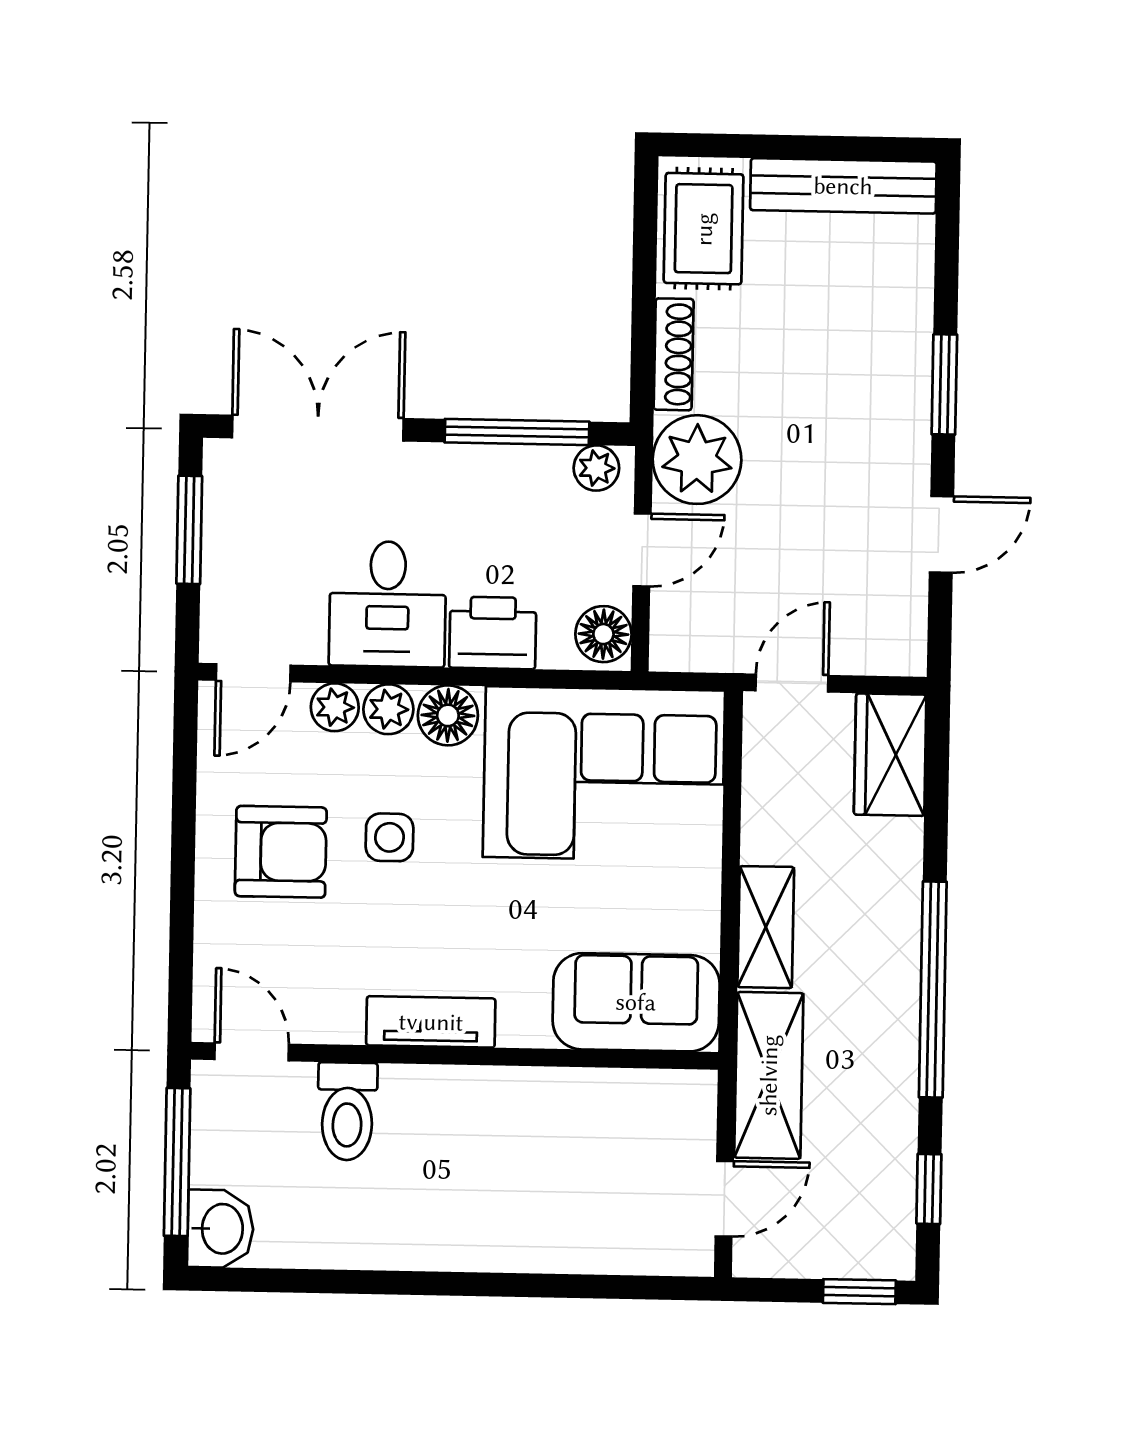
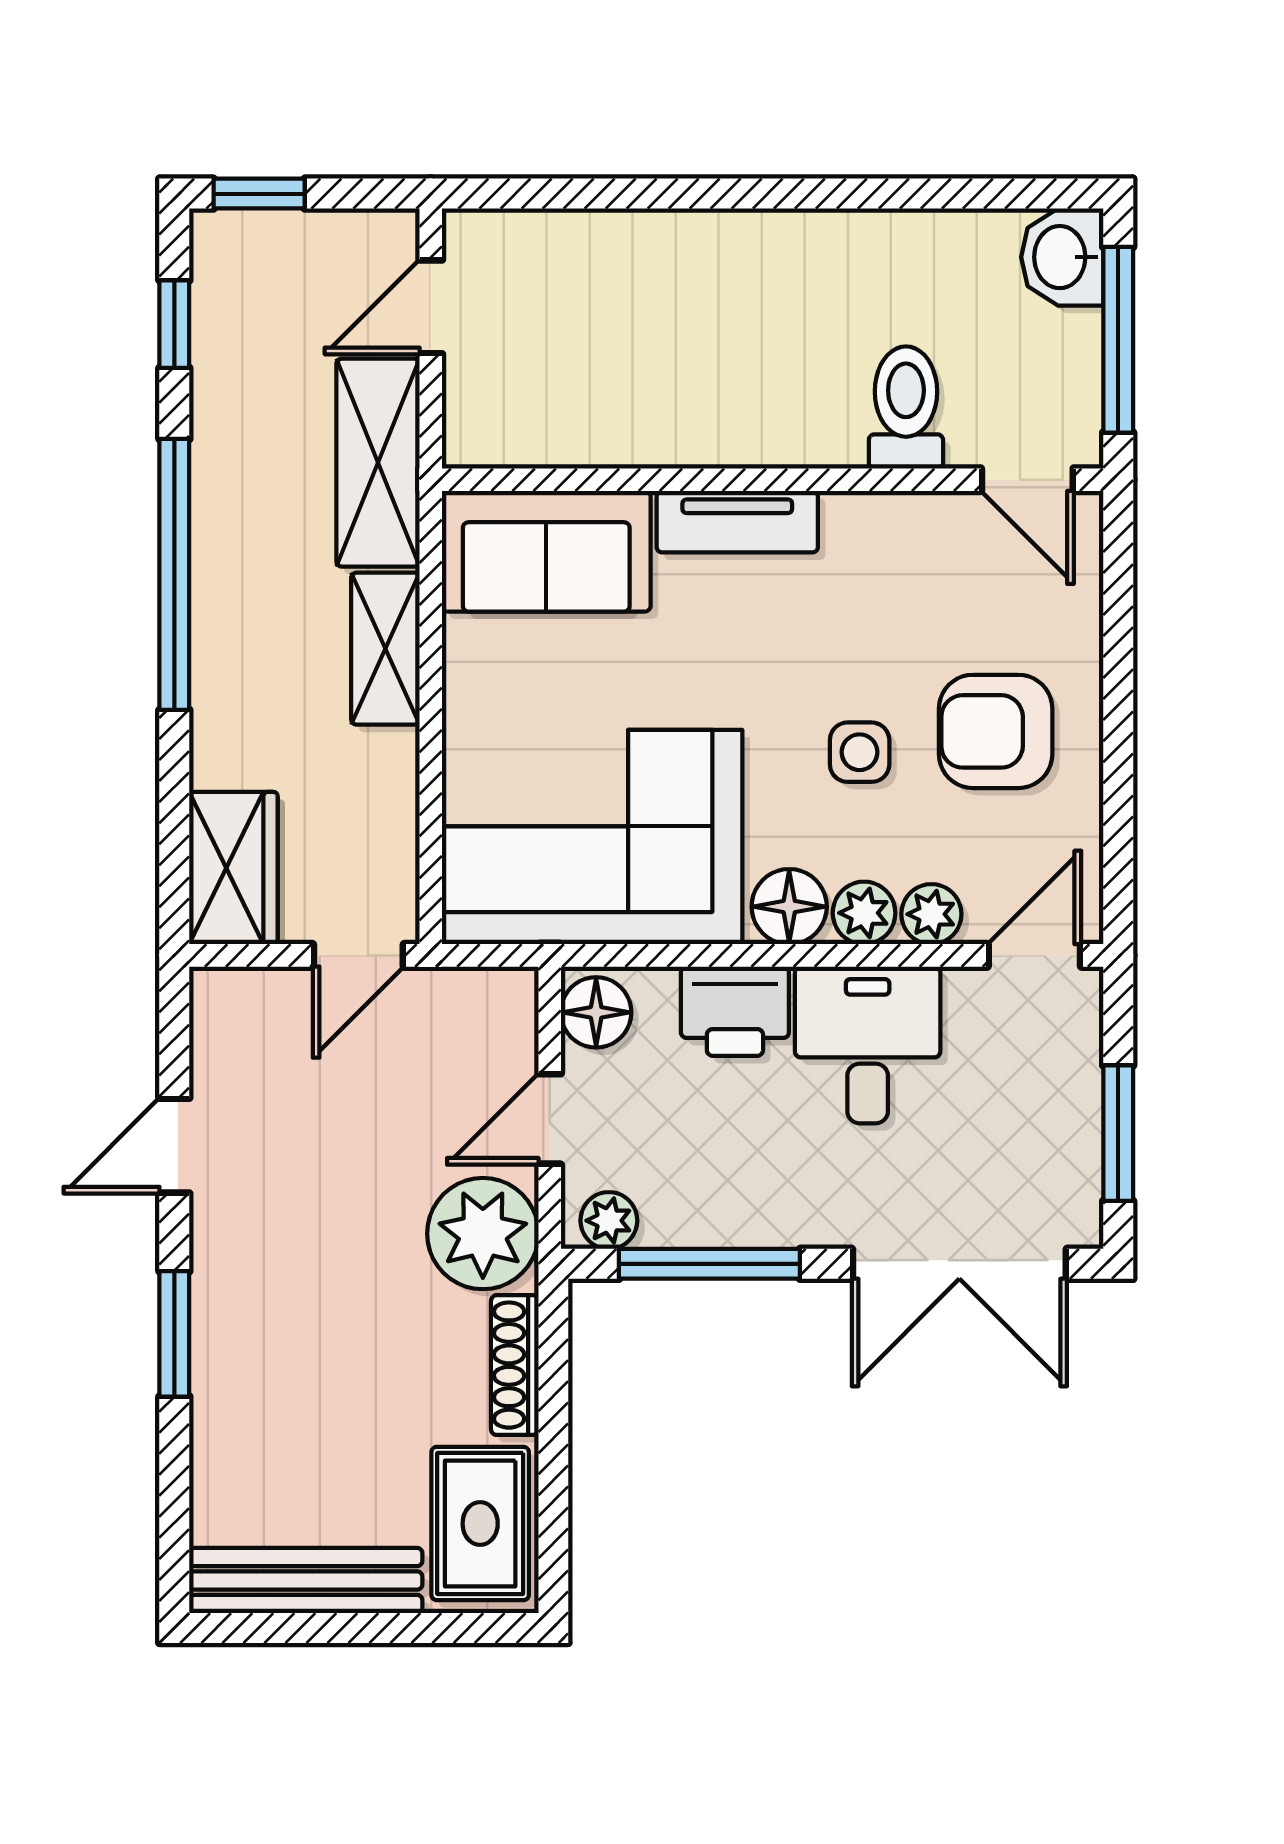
tv unit: (431, 1022) -> (737, 522), moved

